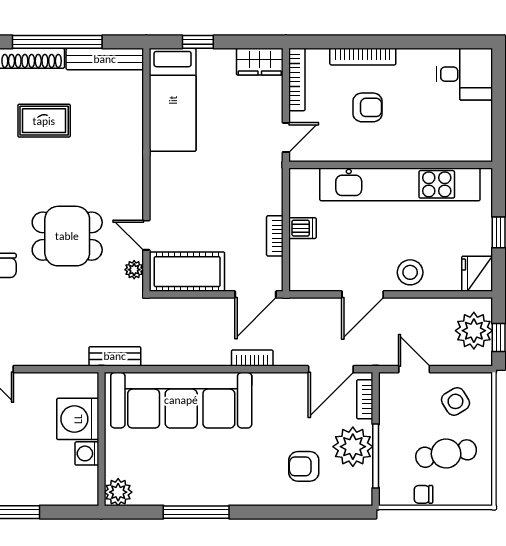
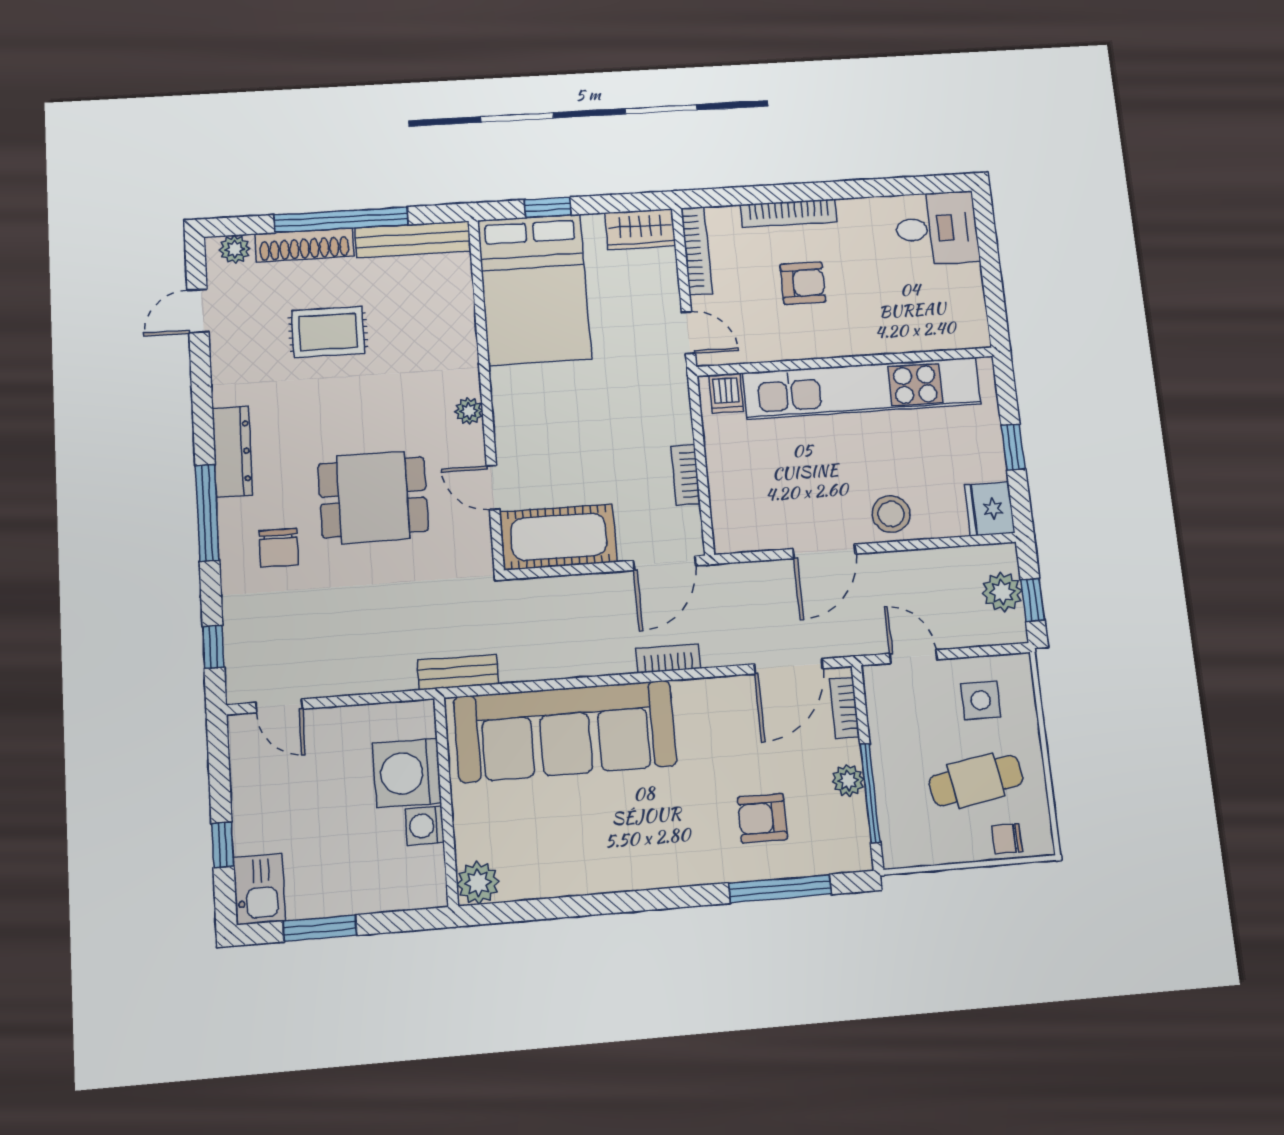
bed: (173, 100) -> (534, 289), width x1.50
door: (286, 137) -> (688, 333), hinge flipped
dishwasher: (302, 228) -> (726, 393), moved, turned 90
plant: (134, 270) -> (469, 411), moved
plant: (474, 331) -> (1002, 592), width x0.73, depth x0.73
side table: (455, 401) -> (981, 700), turned 31
plant: (353, 447) -> (848, 780), width x0.53, depth x0.53
chair: (423, 494) -> (1007, 839), moved
window: (196, 512) -> (780, 889), moved

